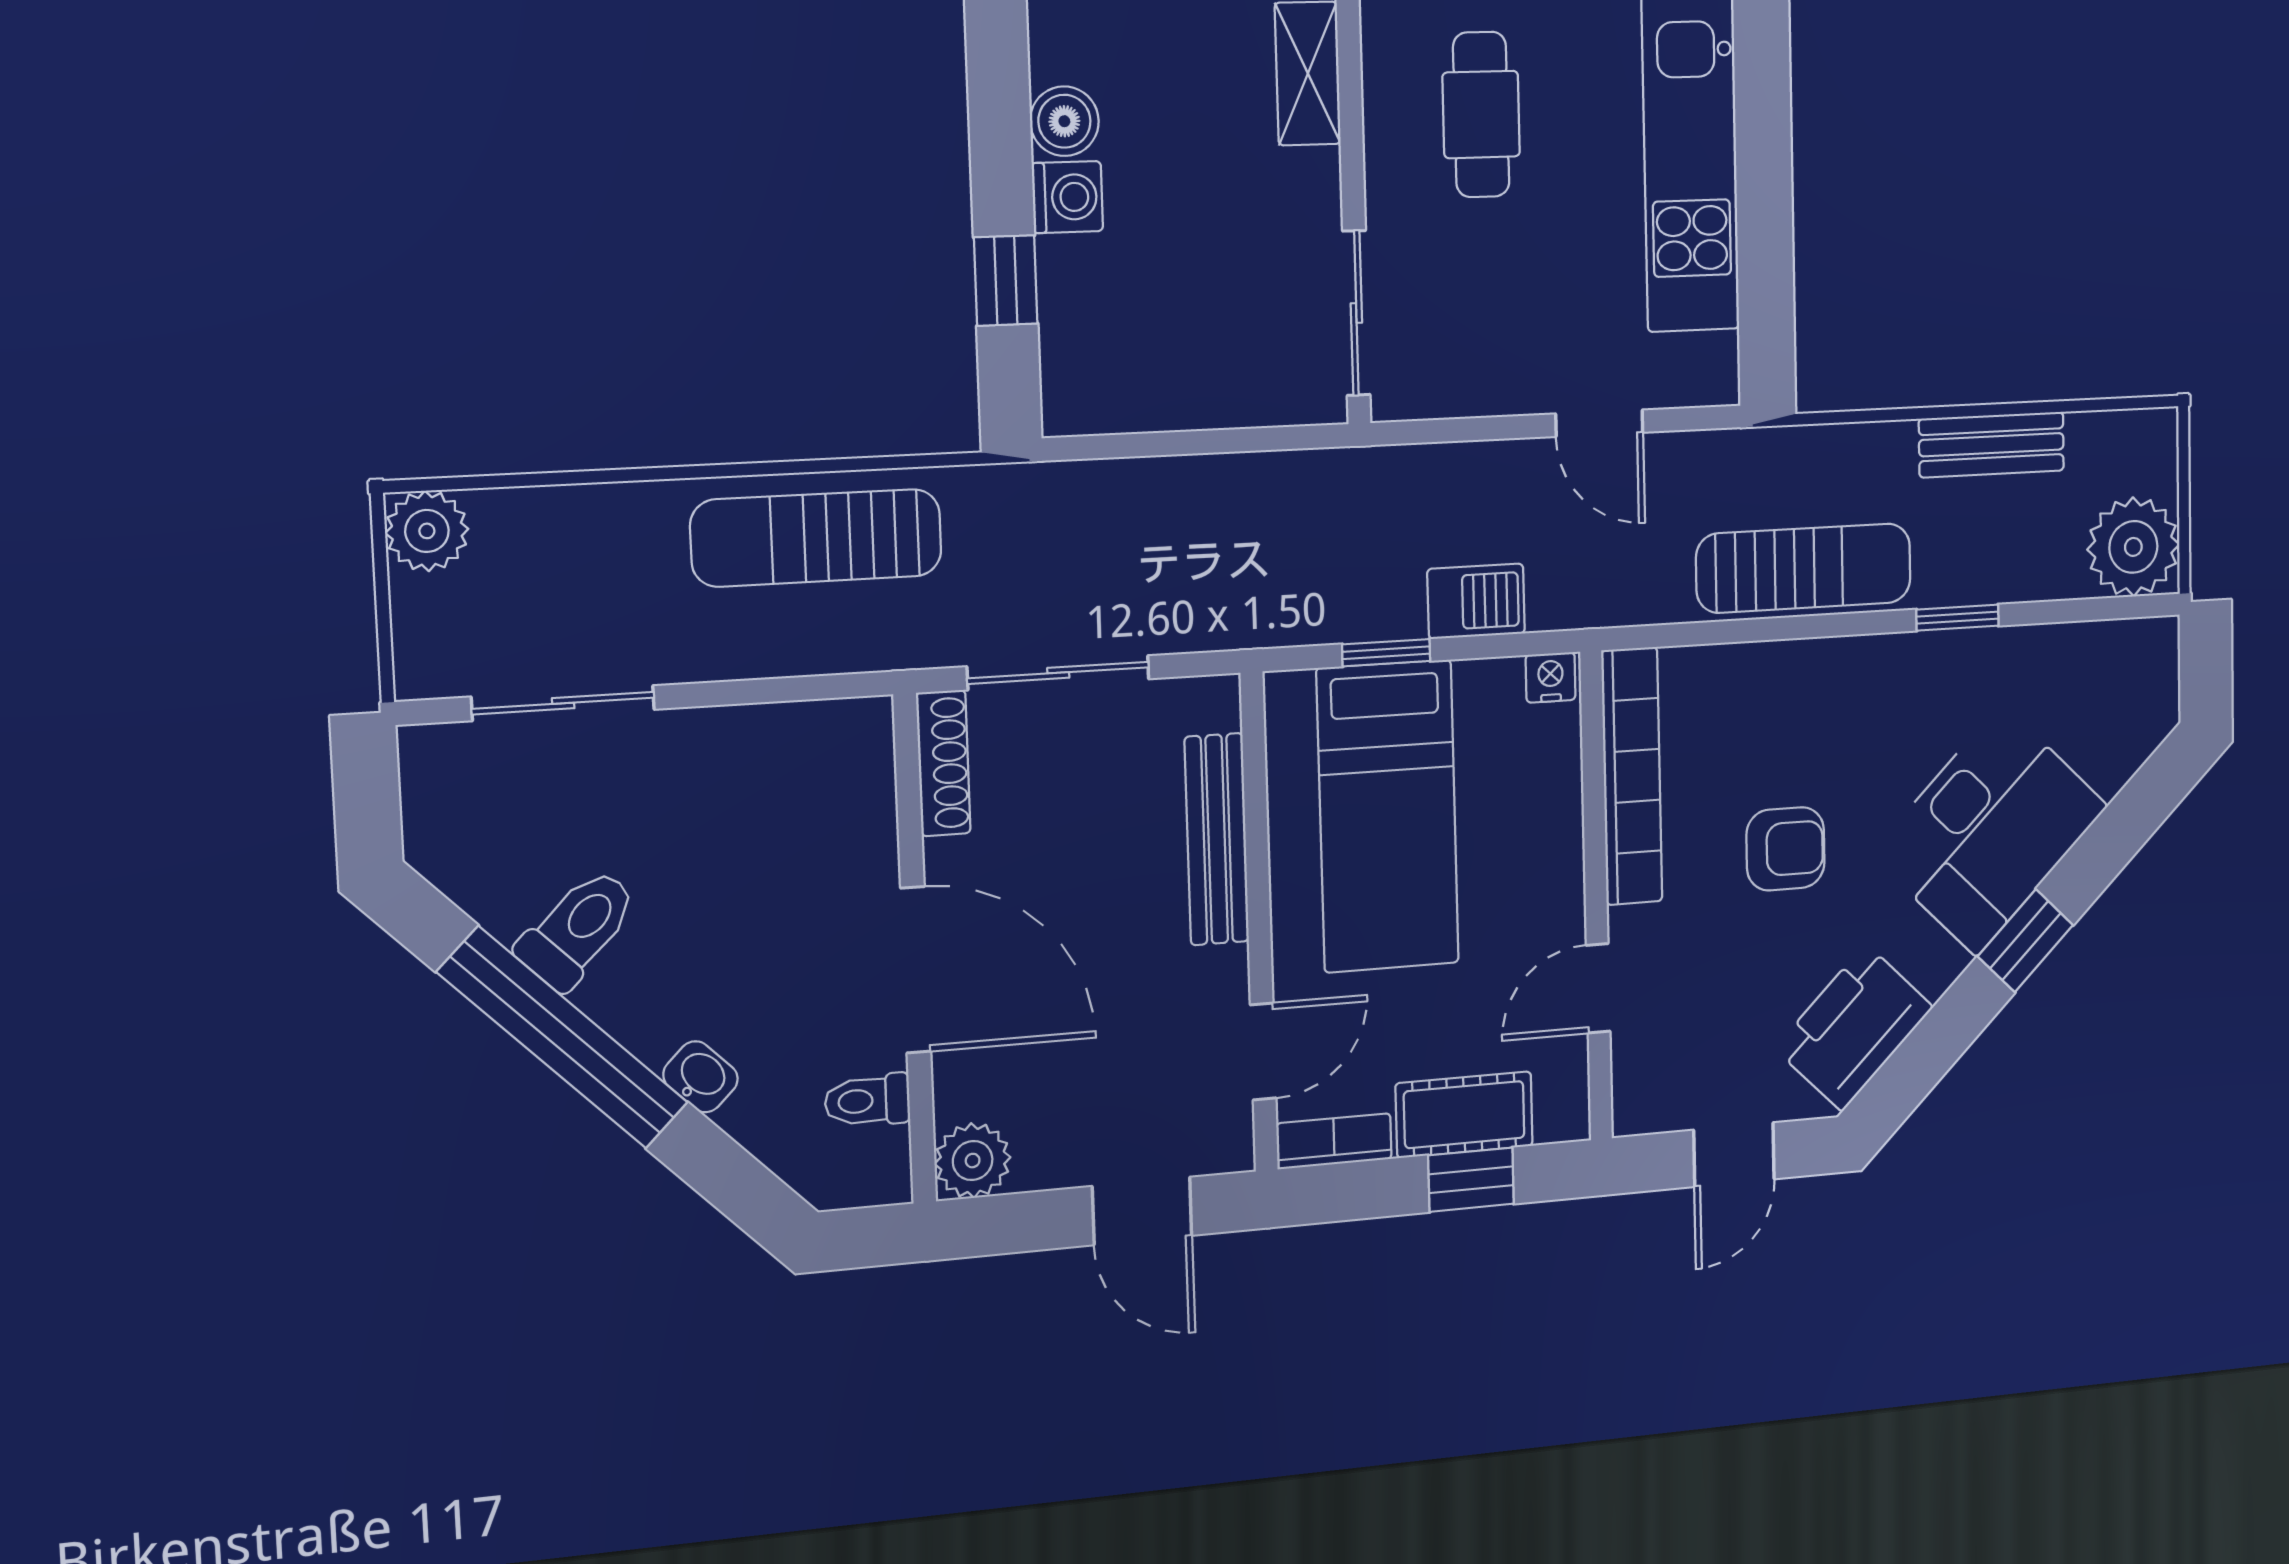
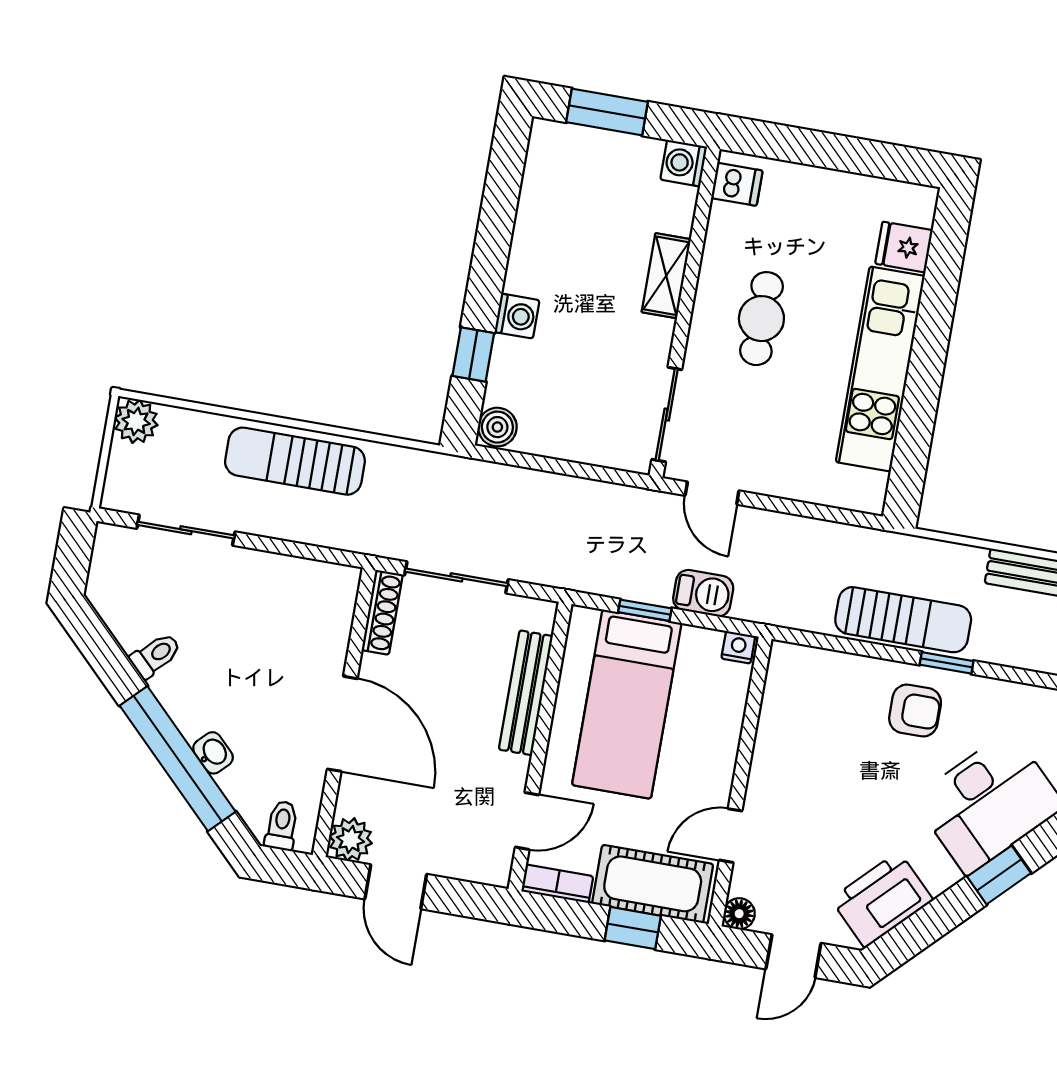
boiler: (1064, 121) -> (497, 427), moved
door: (1599, 423) -> (712, 493), moved
sun lounger: (816, 538) -> (295, 461), moved
window: (1958, 618) -> (947, 663), moved
bookcase: (1632, 776) -> (775, 716), removed
armchair: (1785, 849) -> (915, 711), moved
toilet: (578, 929) -> (155, 655), width x0.73, depth x0.72
window: (563, 1038) -> (178, 759), moved
toilet: (867, 1101) -> (282, 825), moved, turned 90
floor lamp: (1636, 1110) -> (739, 914), added
cot: (1464, 1115) -> (653, 884), width x1.37, depth x1.34
door: (1142, 1211) -> (396, 887), moved

